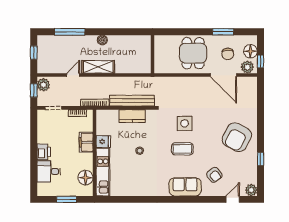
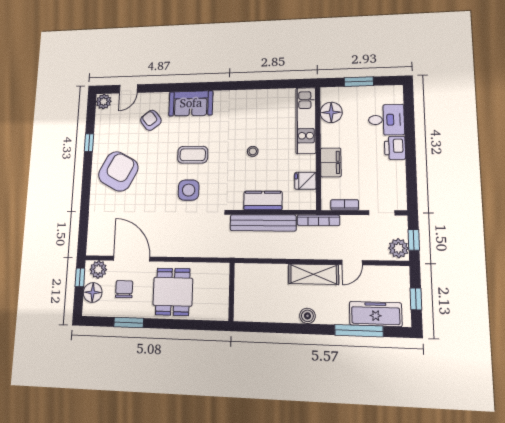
freezer: (59, 43) -> (376, 314), added
fridge: (103, 142) -> (305, 181), moved

